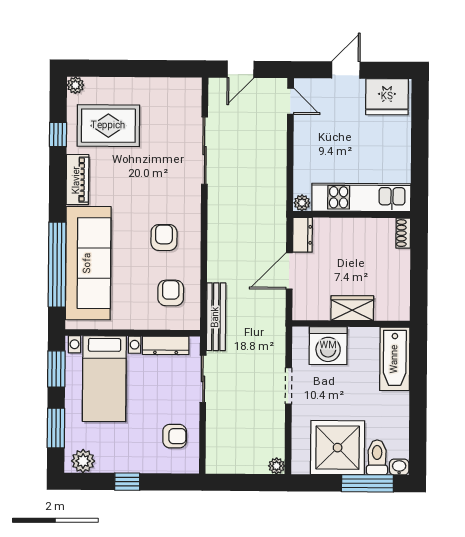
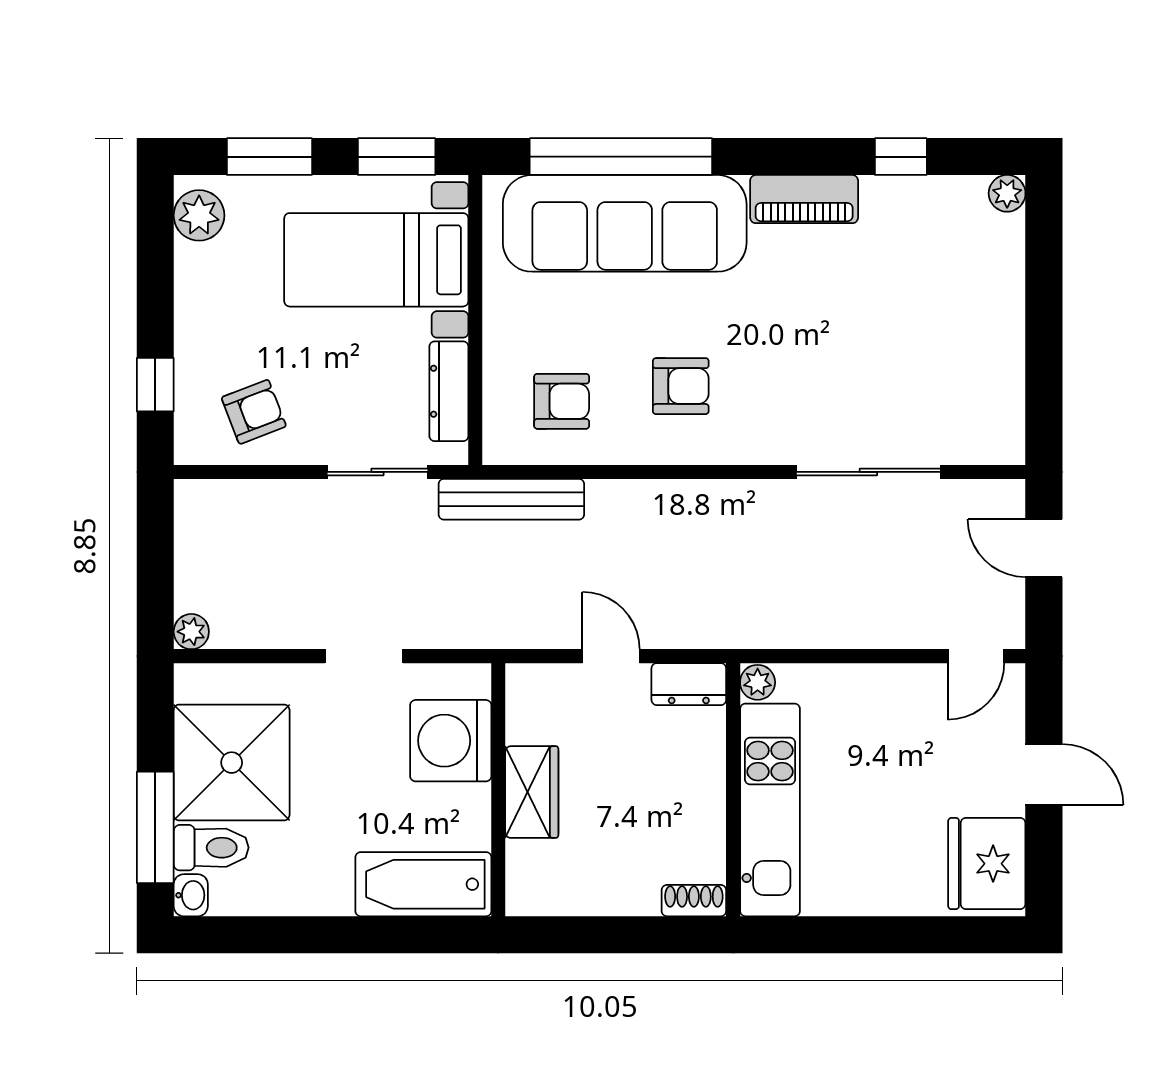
rug: (108, 126) -> (921, 265), removed
door: (289, 271) -> (611, 656), width x0.73
armchair: (175, 436) -> (254, 412), turned -111
window: (127, 482) -> (155, 385), moved

